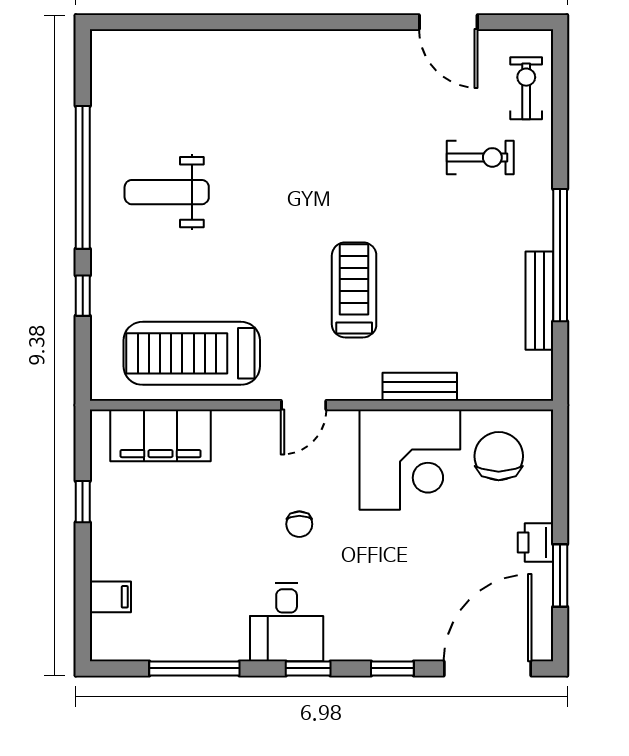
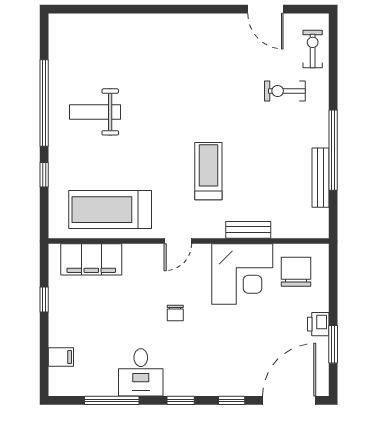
exercise bike: (480, 157) -> (285, 91), turned 180
desk: (287, 622) -> (141, 372), moved

